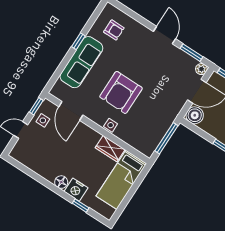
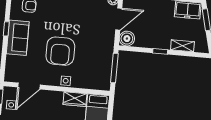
sofa: (81, 62) -> (18, 38), width x0.73
door: (71, 111) -> (29, 86), hinge flipped

